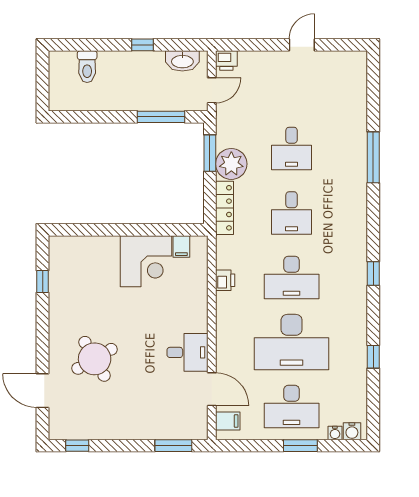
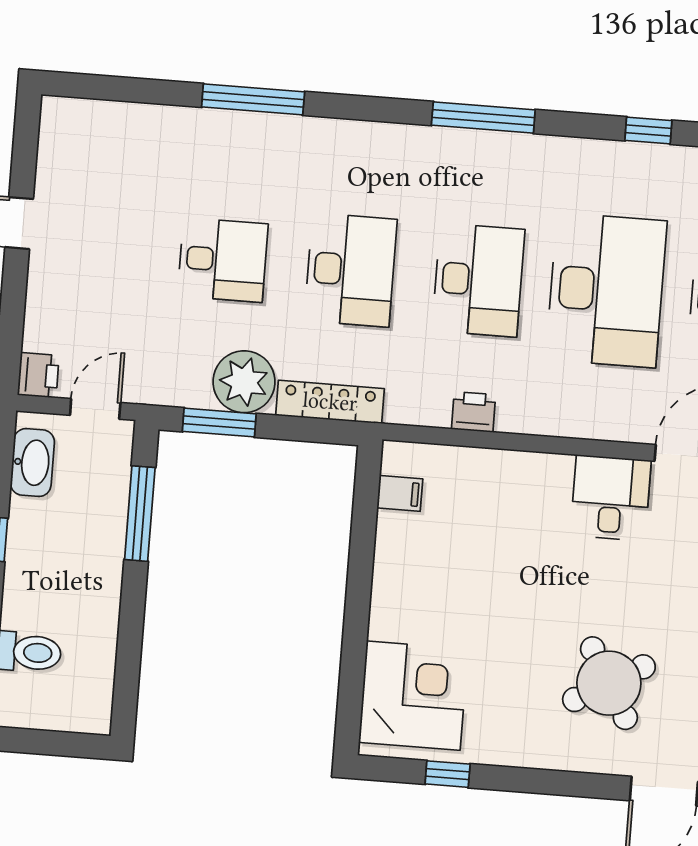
door: (212, 90) -> (95, 409), hinge flipped
desk: (292, 213) -> (351, 270), width x1.37
corner desk: (146, 261) -> (413, 696), moved
window: (373, 274) -> (483, 117), width x2.17

